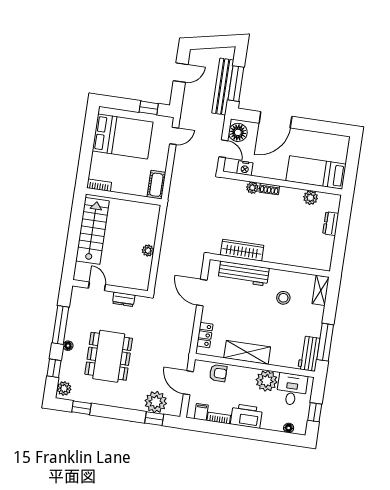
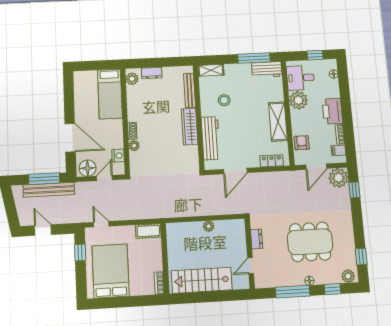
plant: (311, 198) -> (132, 79), moved
wardrobe: (242, 250) -> (190, 127), moved
bench: (302, 262) -> (190, 90), added
plant: (156, 402) -> (338, 178), moved

